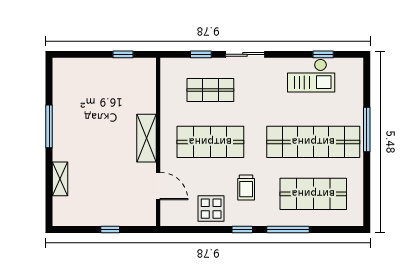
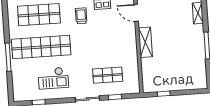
checkout: (311, 76) -> (53, 78), moved, turned 180
shop shelf: (210, 142) -> (105, 43), removed

